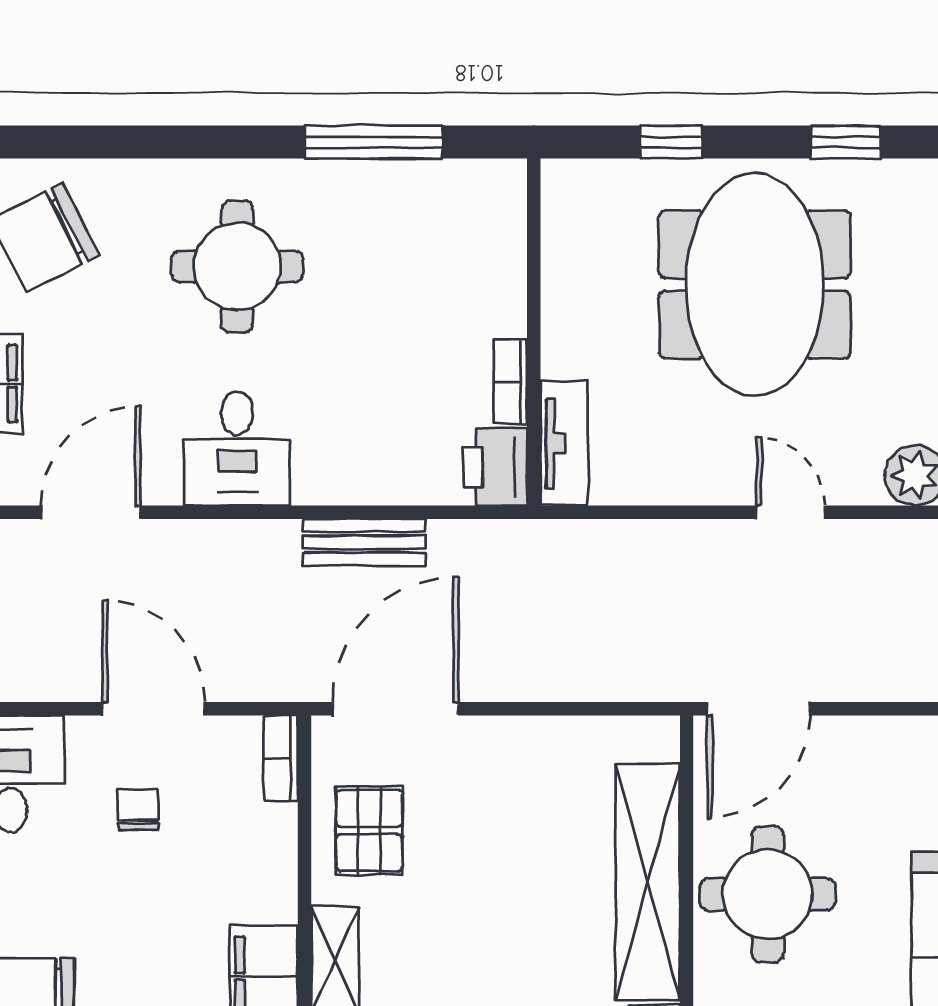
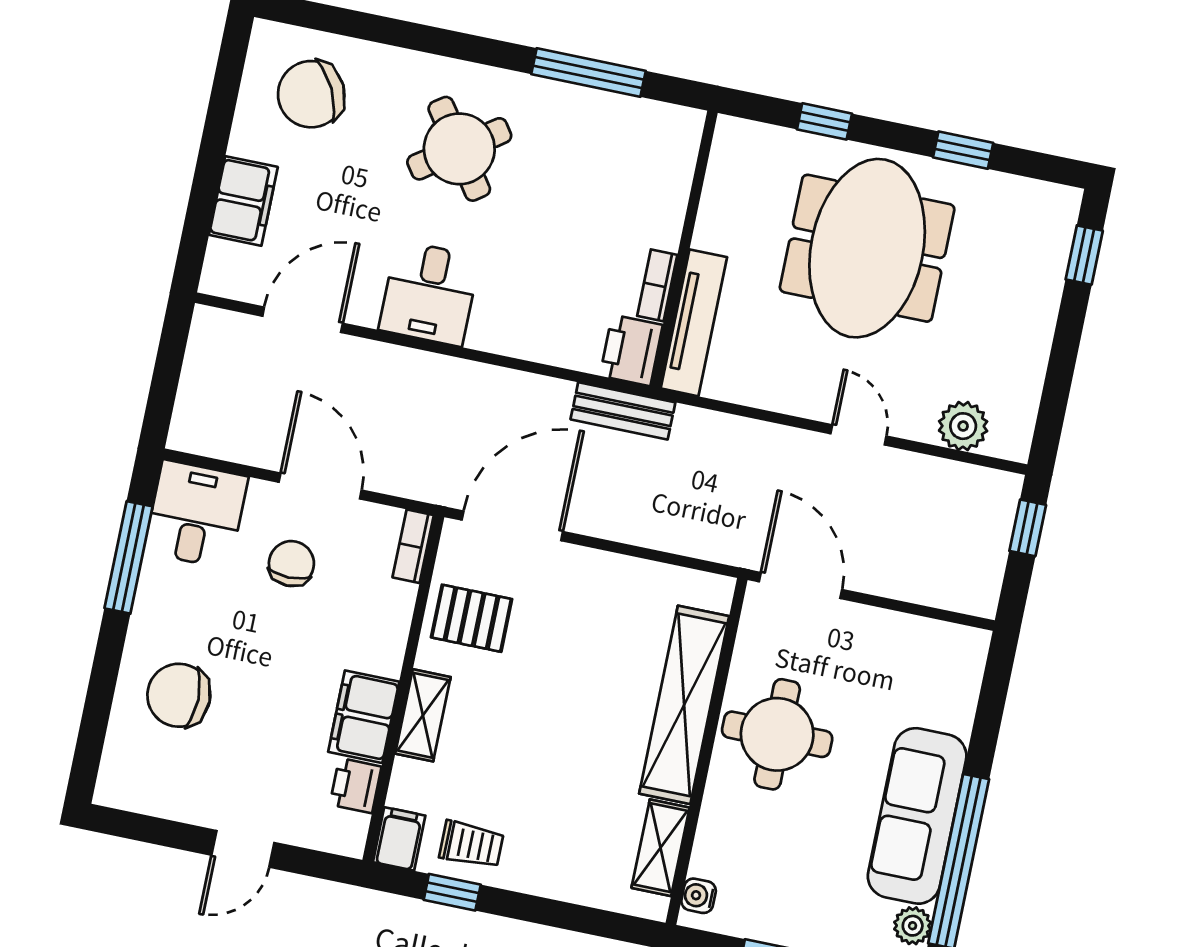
round table: (237, 267) -> (459, 149), turned -35
tv unit: (564, 443) -> (694, 323), width x1.41
bench: (364, 542) -> (623, 411), moved
door: (759, 709) -> (801, 586), swing flipped
chair: (138, 810) -> (291, 564), width x1.37, depth x1.37
pallet: (369, 831) -> (472, 618), turned 90

